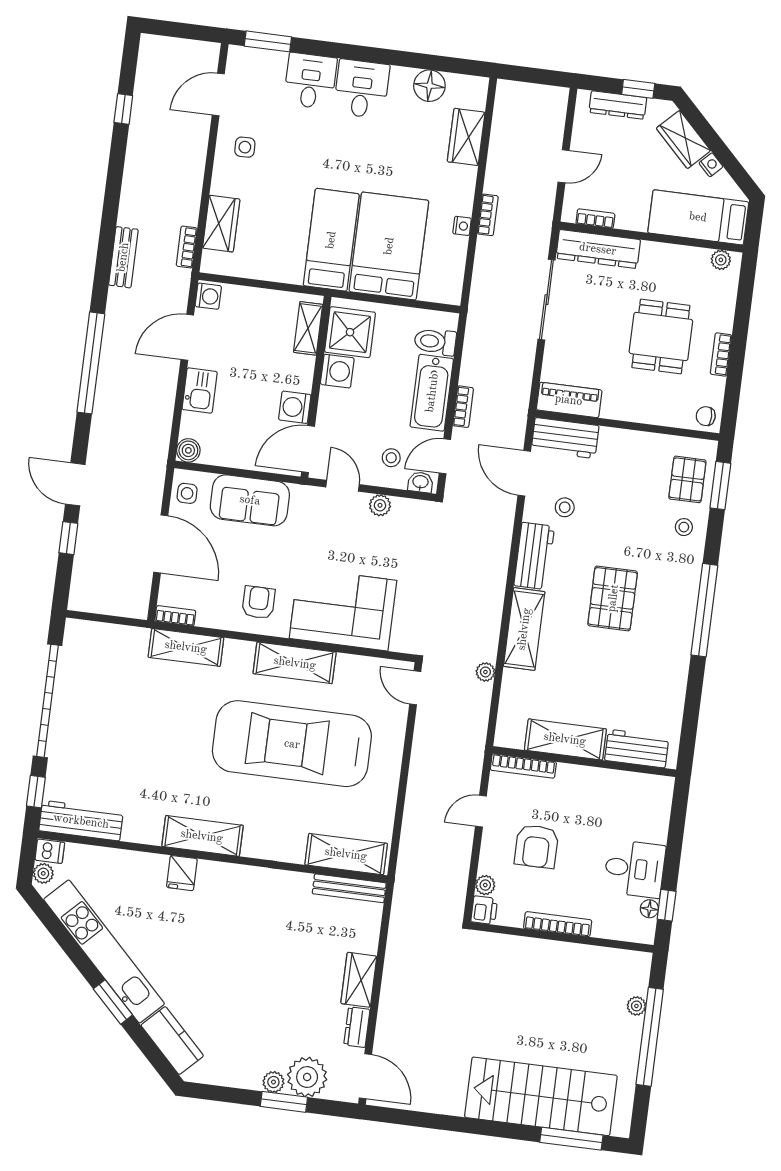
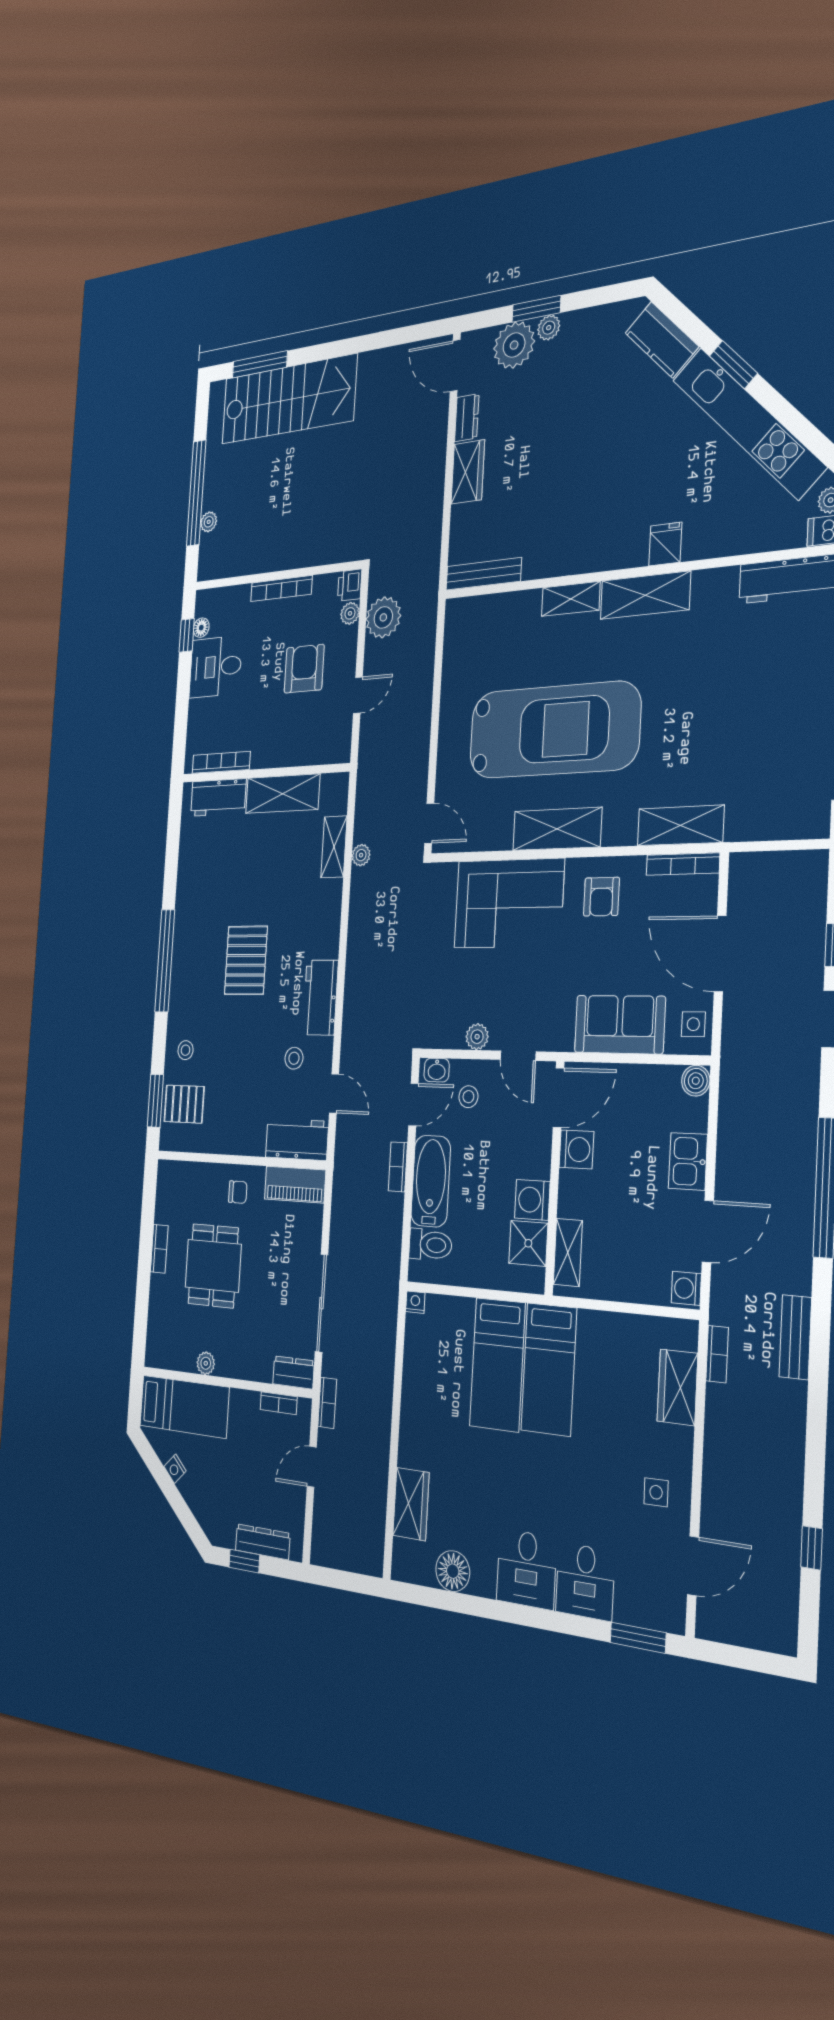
wardrobe: (683, 139) -> (201, 1499), removed
bookcase: (488, 215) -> (327, 1403), moved, turned 180
nightstand: (462, 226) -> (415, 1302), moved, turned 90
bed: (389, 246) -> (497, 1365), width x0.67
dresser: (598, 249) -> (293, 1372), width x0.51, depth x0.80
plant: (721, 260) -> (206, 1363), moved
shower: (350, 332) -> (528, 1243), width x0.73, depth x0.73
chair: (706, 416) -> (238, 1192), moved
door: (524, 473) -> (334, 1093), width x0.73
pallet: (687, 479) -> (184, 1104), turned 90
bookcase: (175, 616) -> (683, 864), width x1.56
shelving: (524, 629) -> (334, 847), moved, width x0.67, depth x0.75
bookcase: (523, 766) -> (221, 762), moved
shelving: (346, 854) -> (571, 599), moved, width x0.67, depth x0.75
plant: (451, 874) -> (383, 617), added

